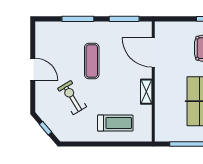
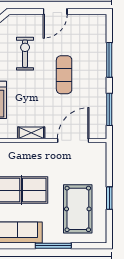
exercise mat: (92, 61) -> (64, 75), turned 90
exercise bike: (72, 98) -> (25, 54), turned -59

